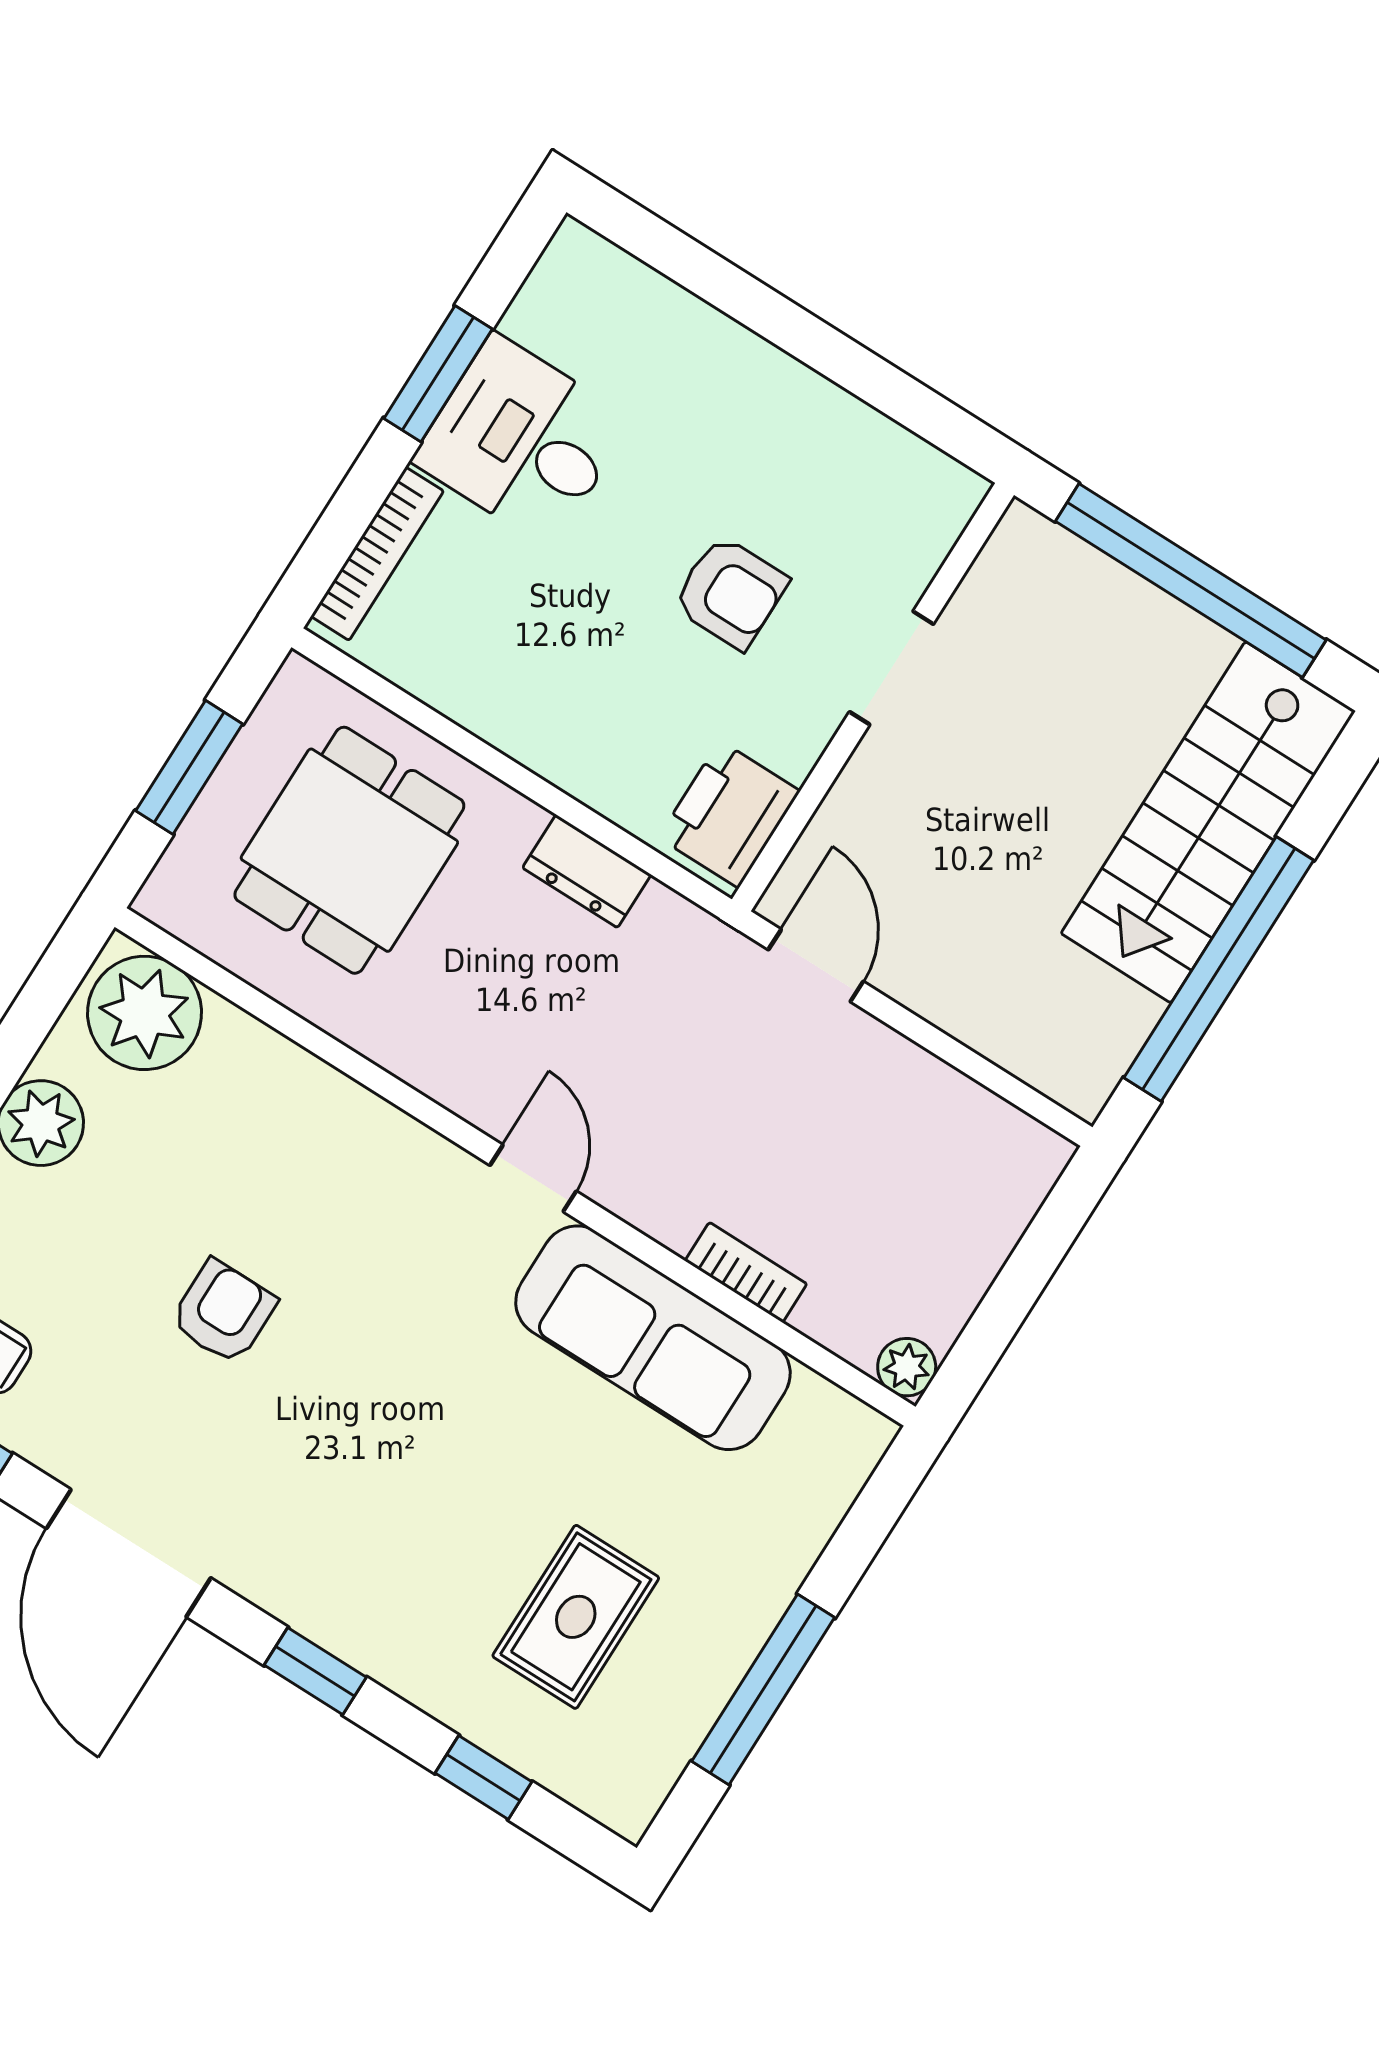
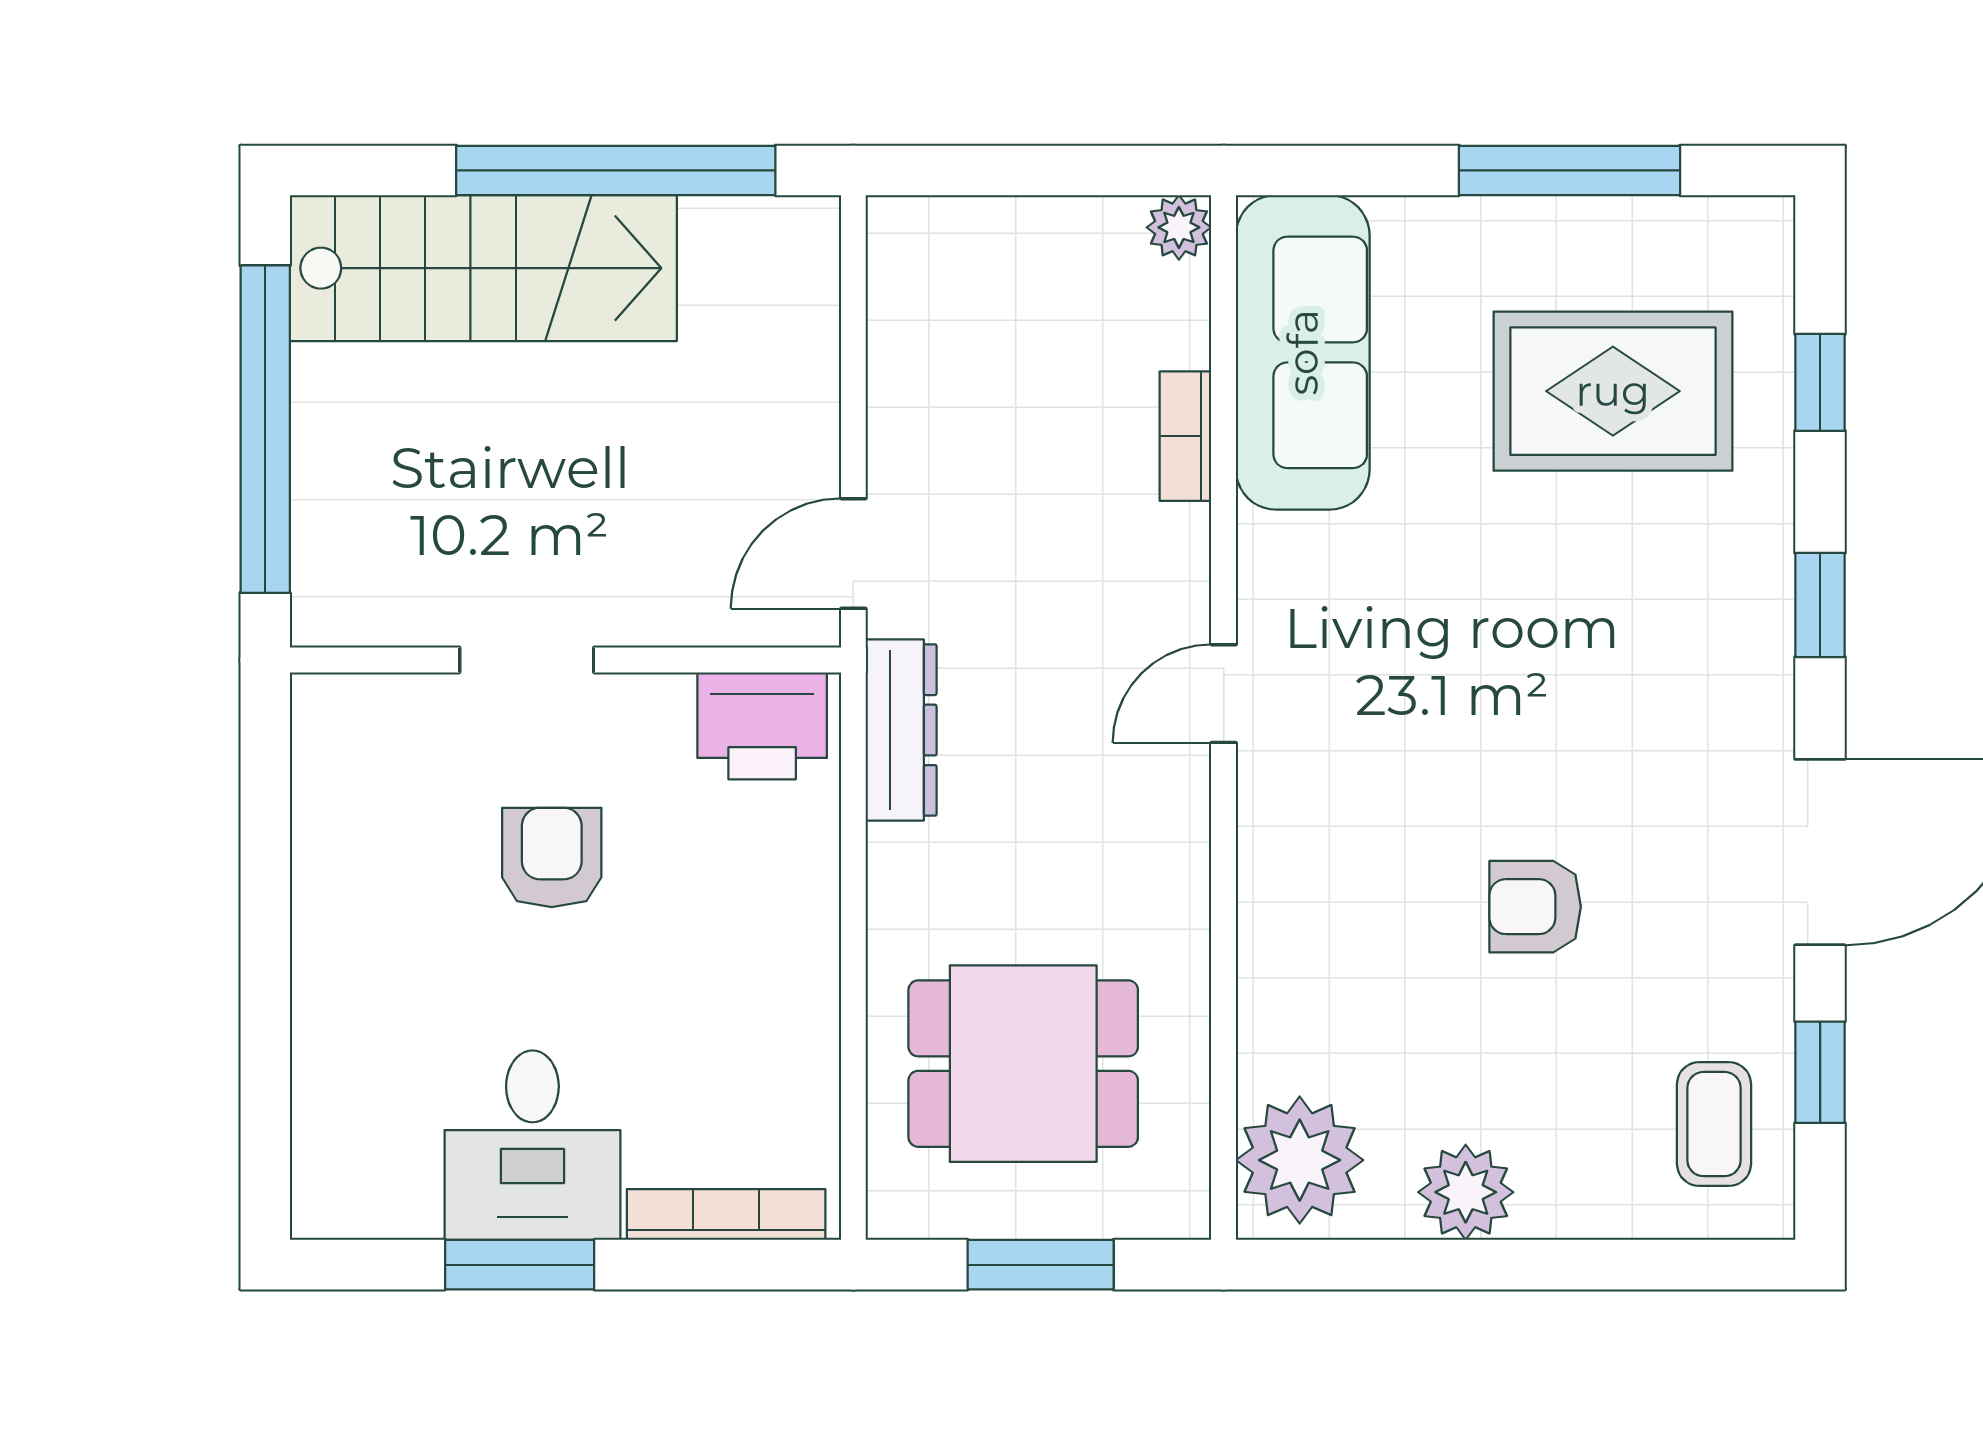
dresser: (587, 871) -> (901, 730), moved, width x1.44
sofa: (653, 1338) -> (1303, 352), moved
rug: (576, 1617) -> (1613, 391), width x1.36, depth x1.43

